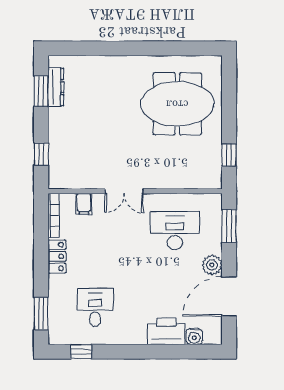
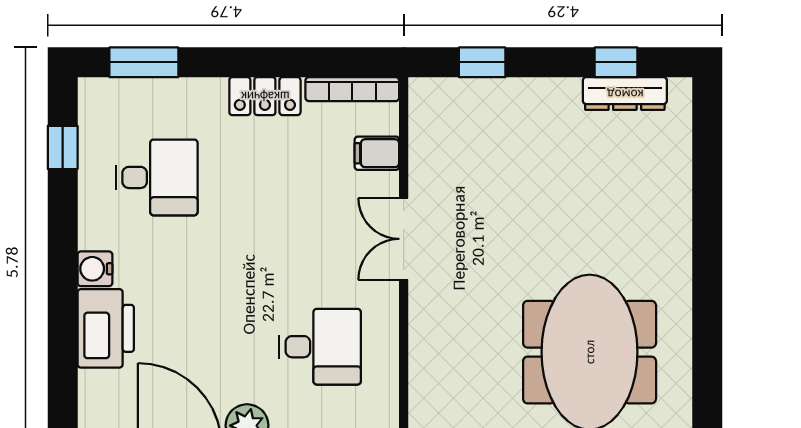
window: (41, 91) -> (616, 62), width x0.67
desk: (175, 231) -> (320, 347), width x0.73
water cooler: (194, 336) -> (95, 269), moved

